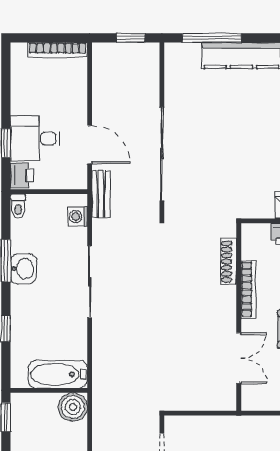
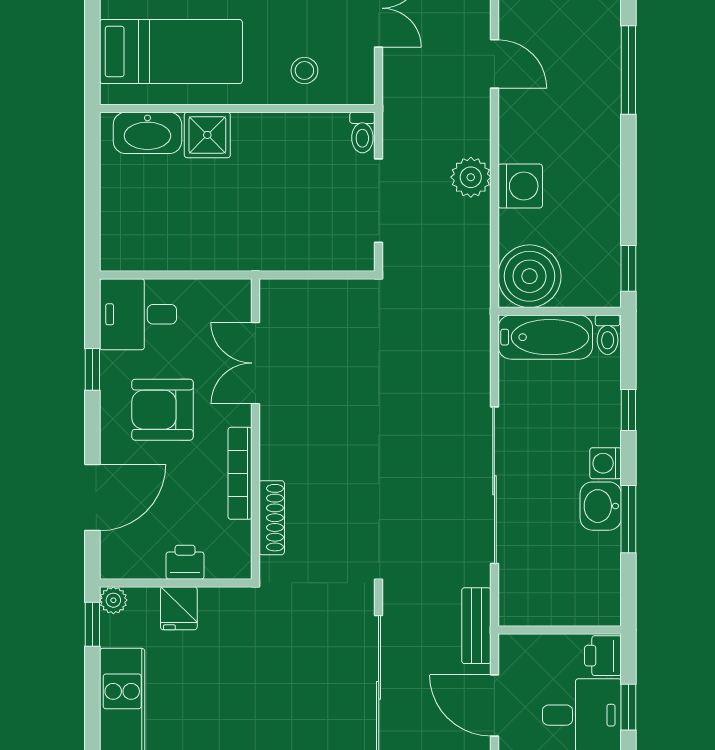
toilet: (18, 206) -> (608, 335), moved, turned 180
washing machine: (78, 217) -> (606, 463), moved, turned 180
sliding door: (90, 282) -> (494, 485), width x1.36
boiler: (73, 407) -> (530, 276), width x1.37, depth x1.37

